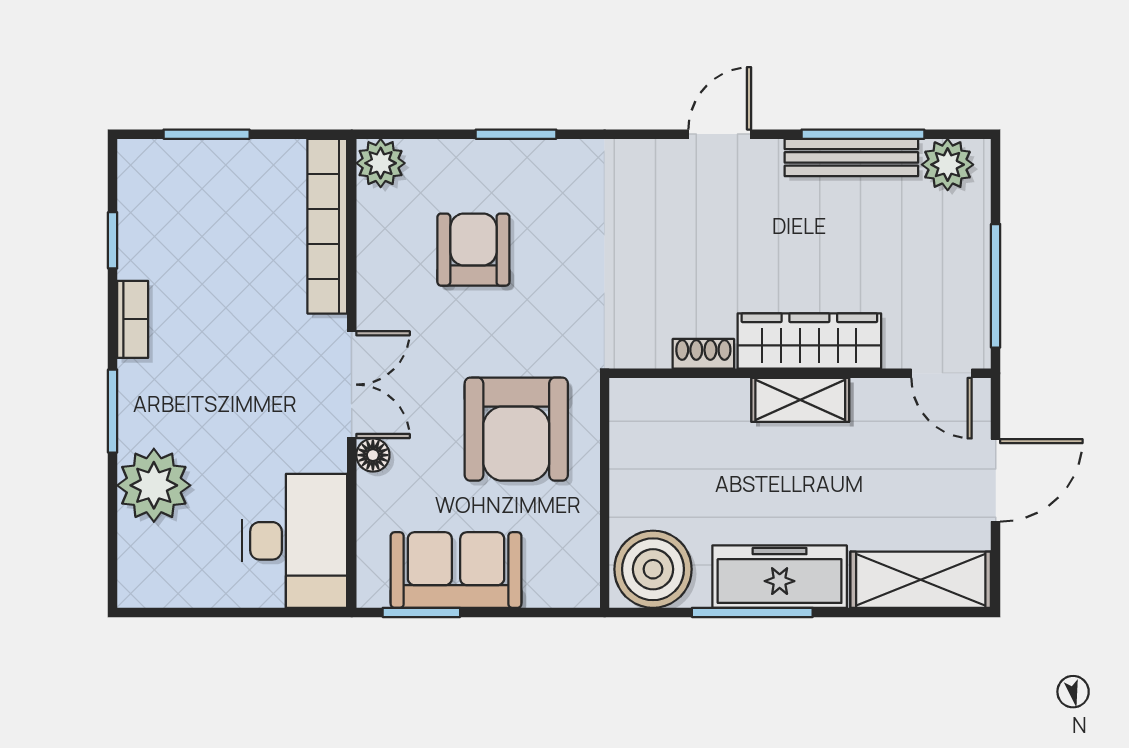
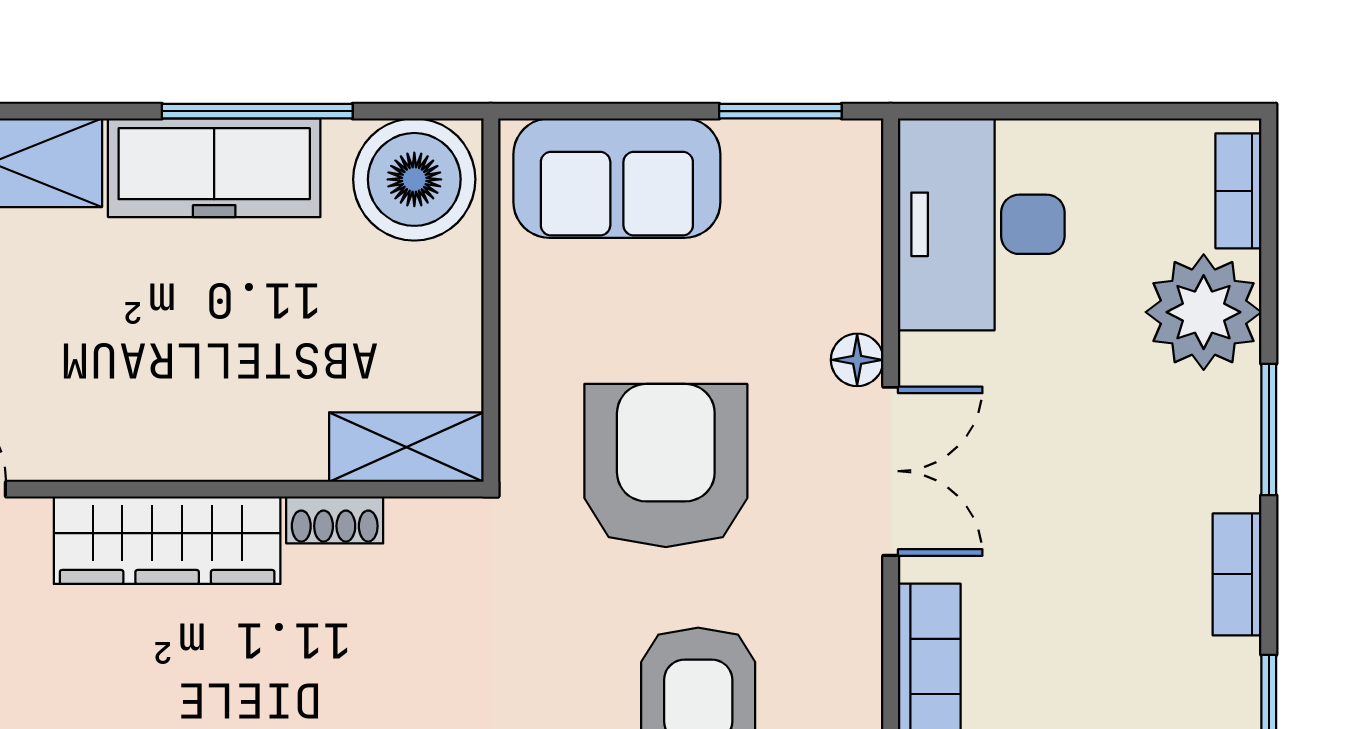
double door: (352, 385) -> (891, 471), swing flipped
shelving: (800, 400) -> (406, 447), moved
armchair: (516, 429) -> (666, 466), moved
bookcase: (132, 562) -> (1238, 191), added
sofa: (456, 570) -> (617, 178), moved

